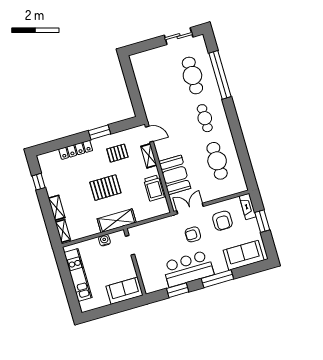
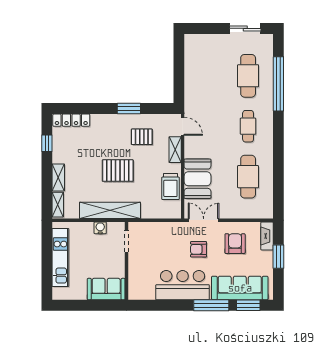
locker: (76, 150) -> (71, 120), moved
shelving: (117, 221) -> (110, 210), width x1.47
armchair: (222, 221) -> (235, 244), turned 180
sofa: (244, 255) -> (240, 288), width x1.36
window: (178, 290) -> (248, 305), moved

